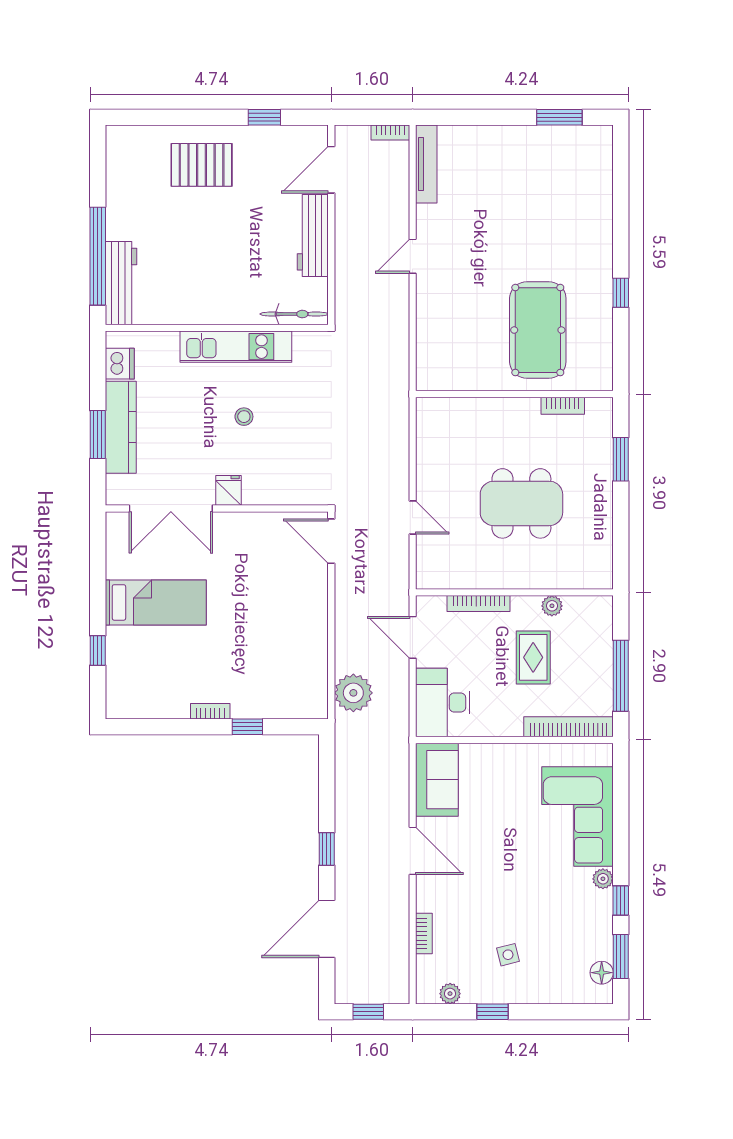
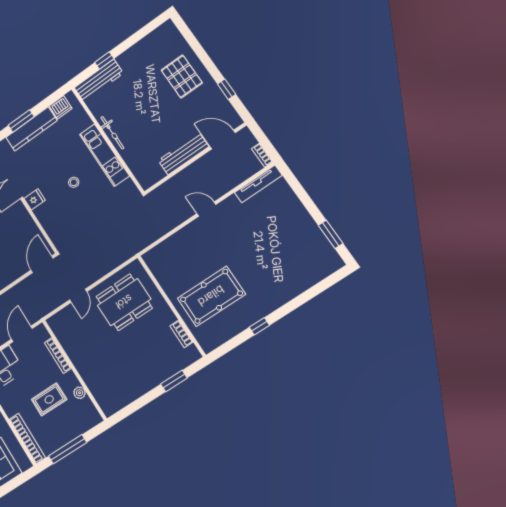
window: (98, 256) -> (104, 61), width x0.32
bicycle: (294, 314) -> (112, 133), moved
dining table: (521, 503) -> (124, 302), moved, turned 90

